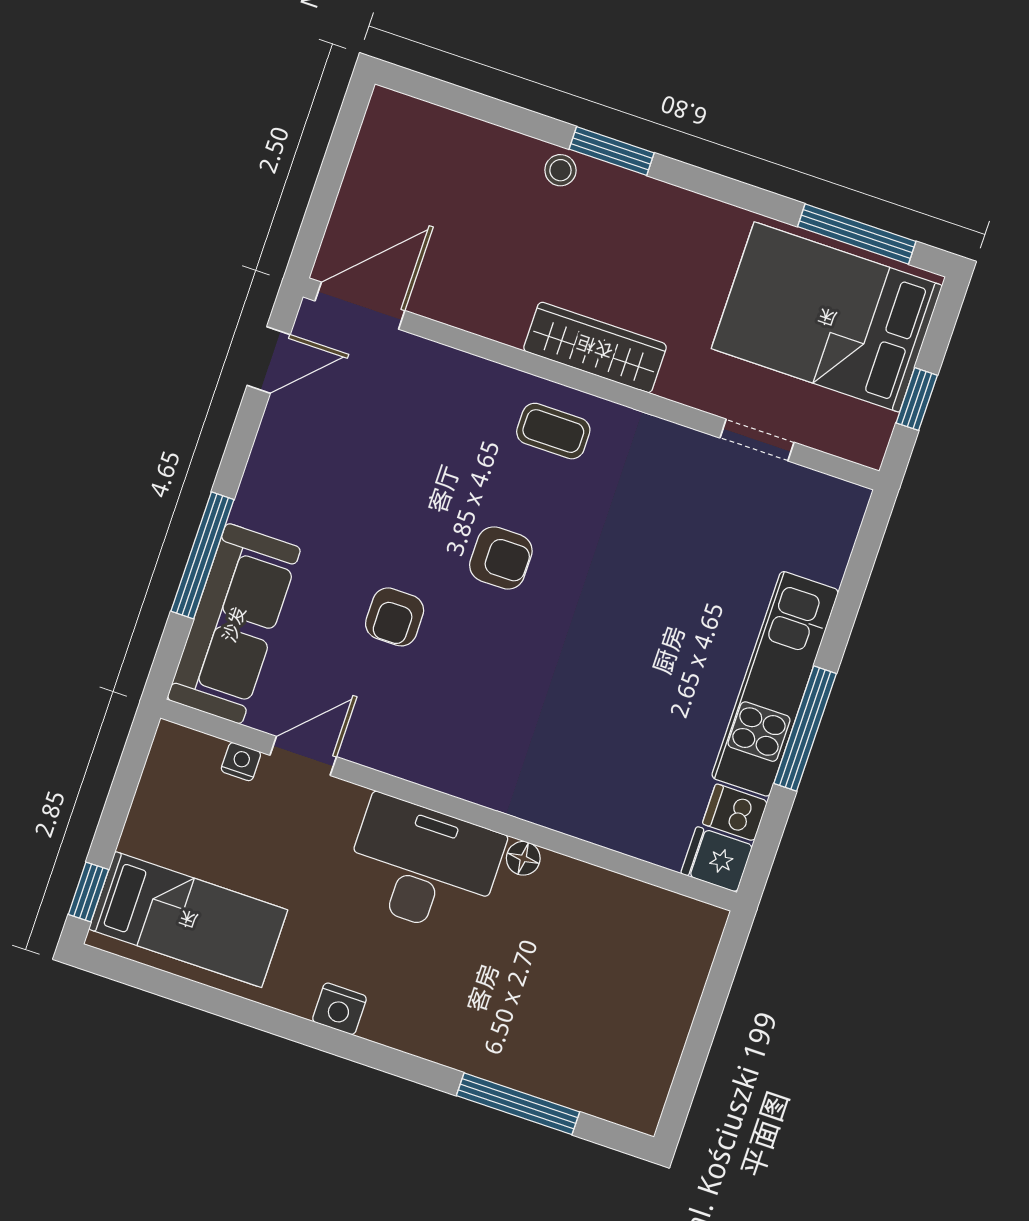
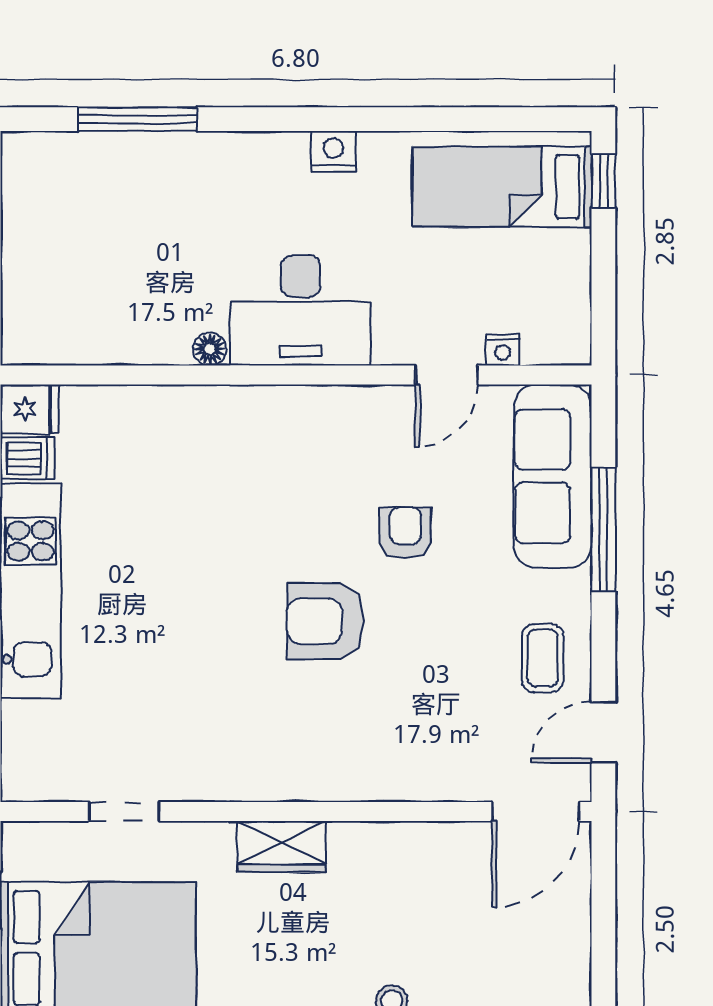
wardrobe: (595, 347) -> (282, 847), width x0.67
coffee table: (553, 431) -> (543, 658), moved, turned 90
armchair: (501, 558) -> (325, 621), width x1.38, depth x1.38

